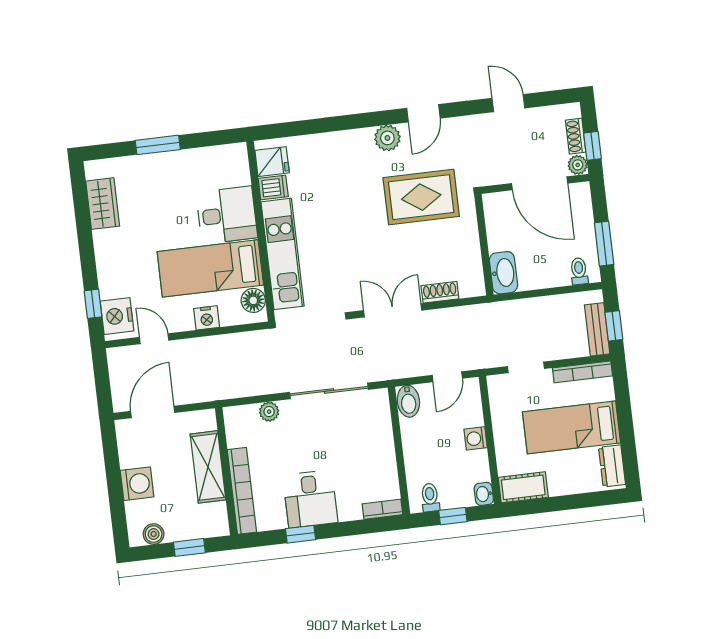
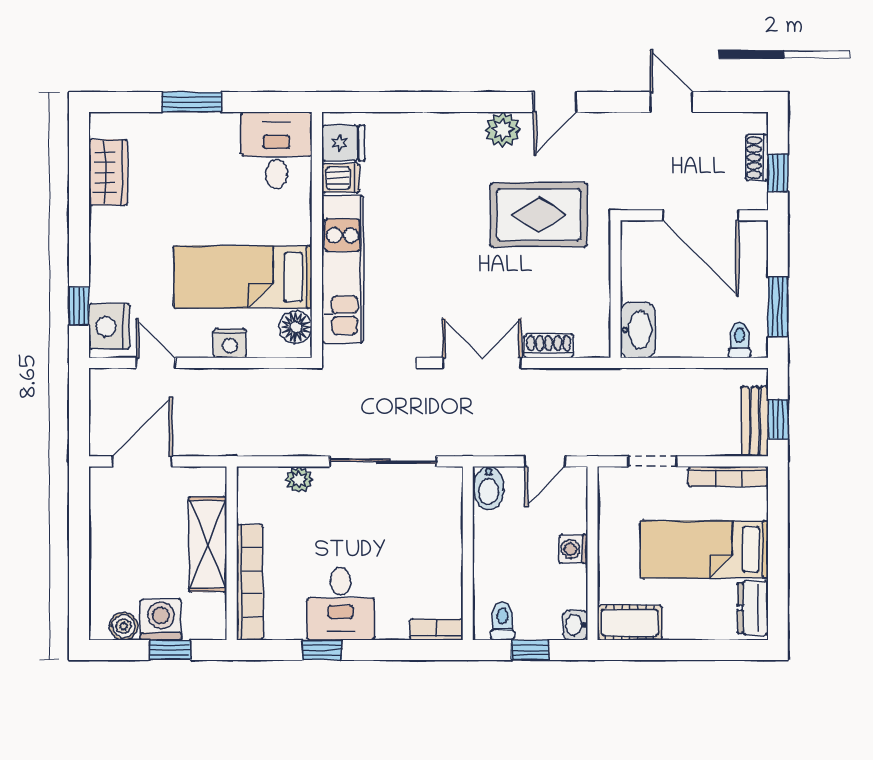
plant: (578, 165) -> (755, 196), removed
desk: (227, 215) -> (276, 150), moved, turned -90
washing machine: (137, 484) -> (161, 620), moved, turned -90

